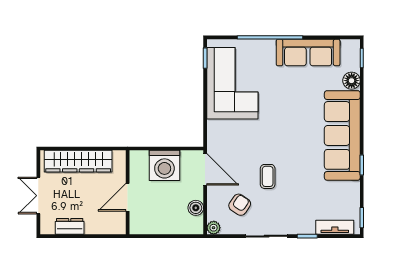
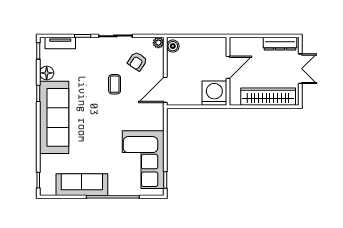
floor lamp: (352, 81) -> (47, 73), moved
washing machine: (164, 165) -> (214, 93), moved
door: (205, 169) -> (165, 90), hinge flipped
boiler: (196, 208) -> (173, 46), moved
dresser: (70, 226) -> (280, 44), width x1.44

